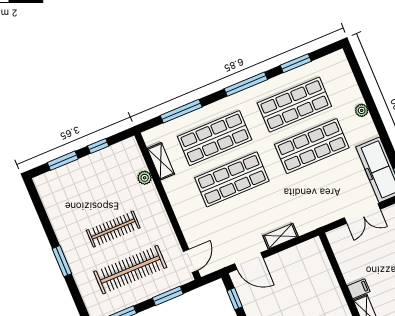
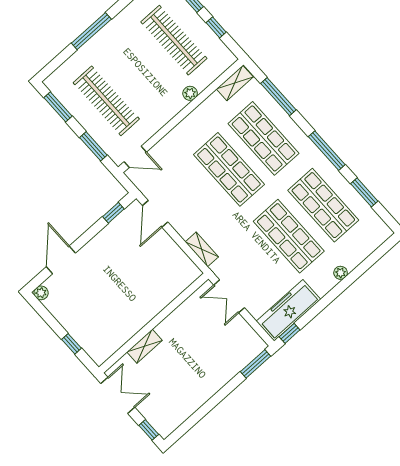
shelving: (161, 161) -> (235, 83), moved
plant: (145, 178) -> (190, 93), moved
double door: (362, 213) -> (229, 296), moved
clothes rail: (113, 229) -> (174, 40), moved, width x1.37, depth x1.31
shelving: (281, 236) -> (202, 249), moved
window: (62, 261) -> (91, 31), width x1.44
filing cabinet: (359, 289) -> (165, 330), removed

